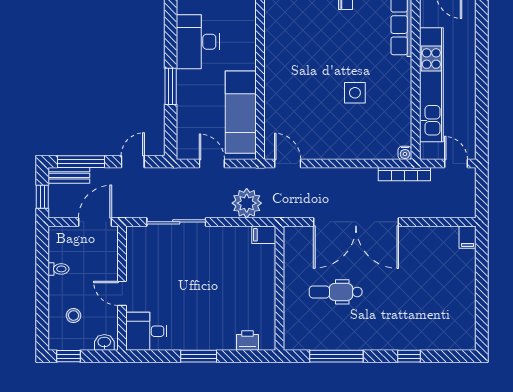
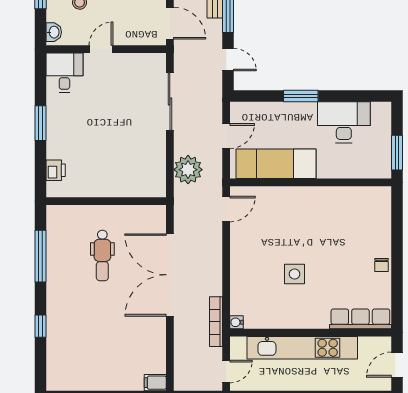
filing cabinet: (264, 235) -> (158, 186), removed
dental chair: (336, 292) -> (102, 255), turned 180

